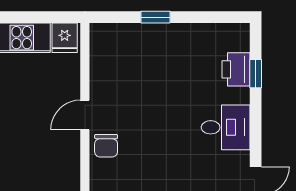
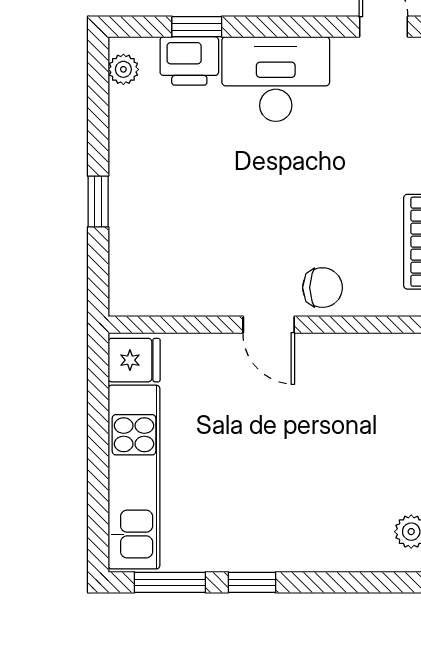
plant: (231, 32) -> (123, 69), added
desk: (226, 127) -> (276, 79), width x1.37

